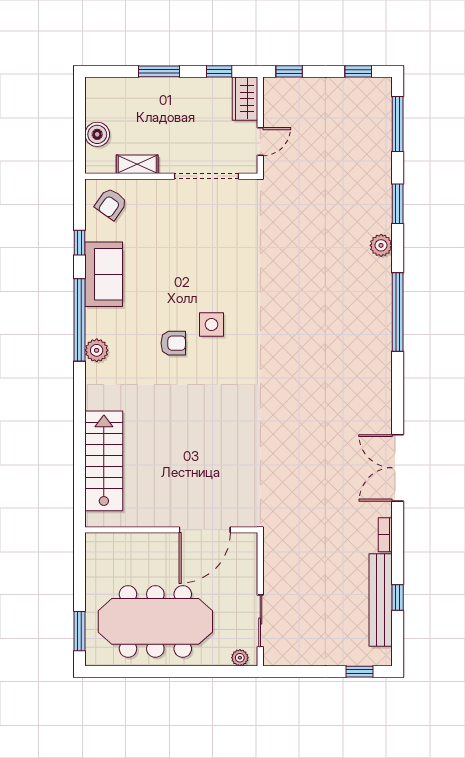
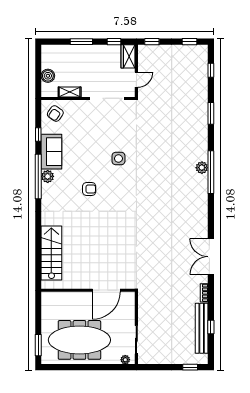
window: (398, 124) -> (211, 70), width x0.46
plant: (381, 245) -> (202, 168), moved
side table: (212, 325) -> (118, 159), moved
plant: (97, 350) -> (48, 176), moved

